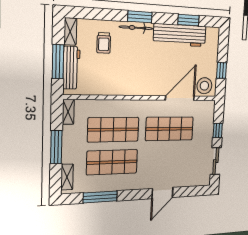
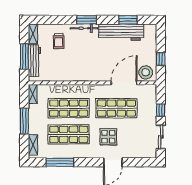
display table: (159, 163) -> (108, 137), added

